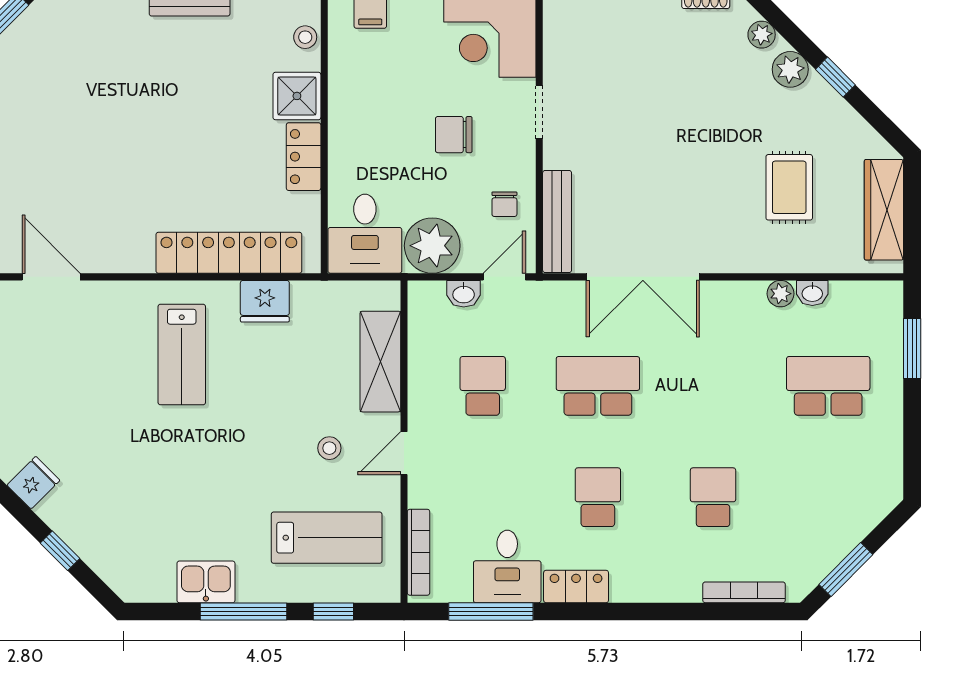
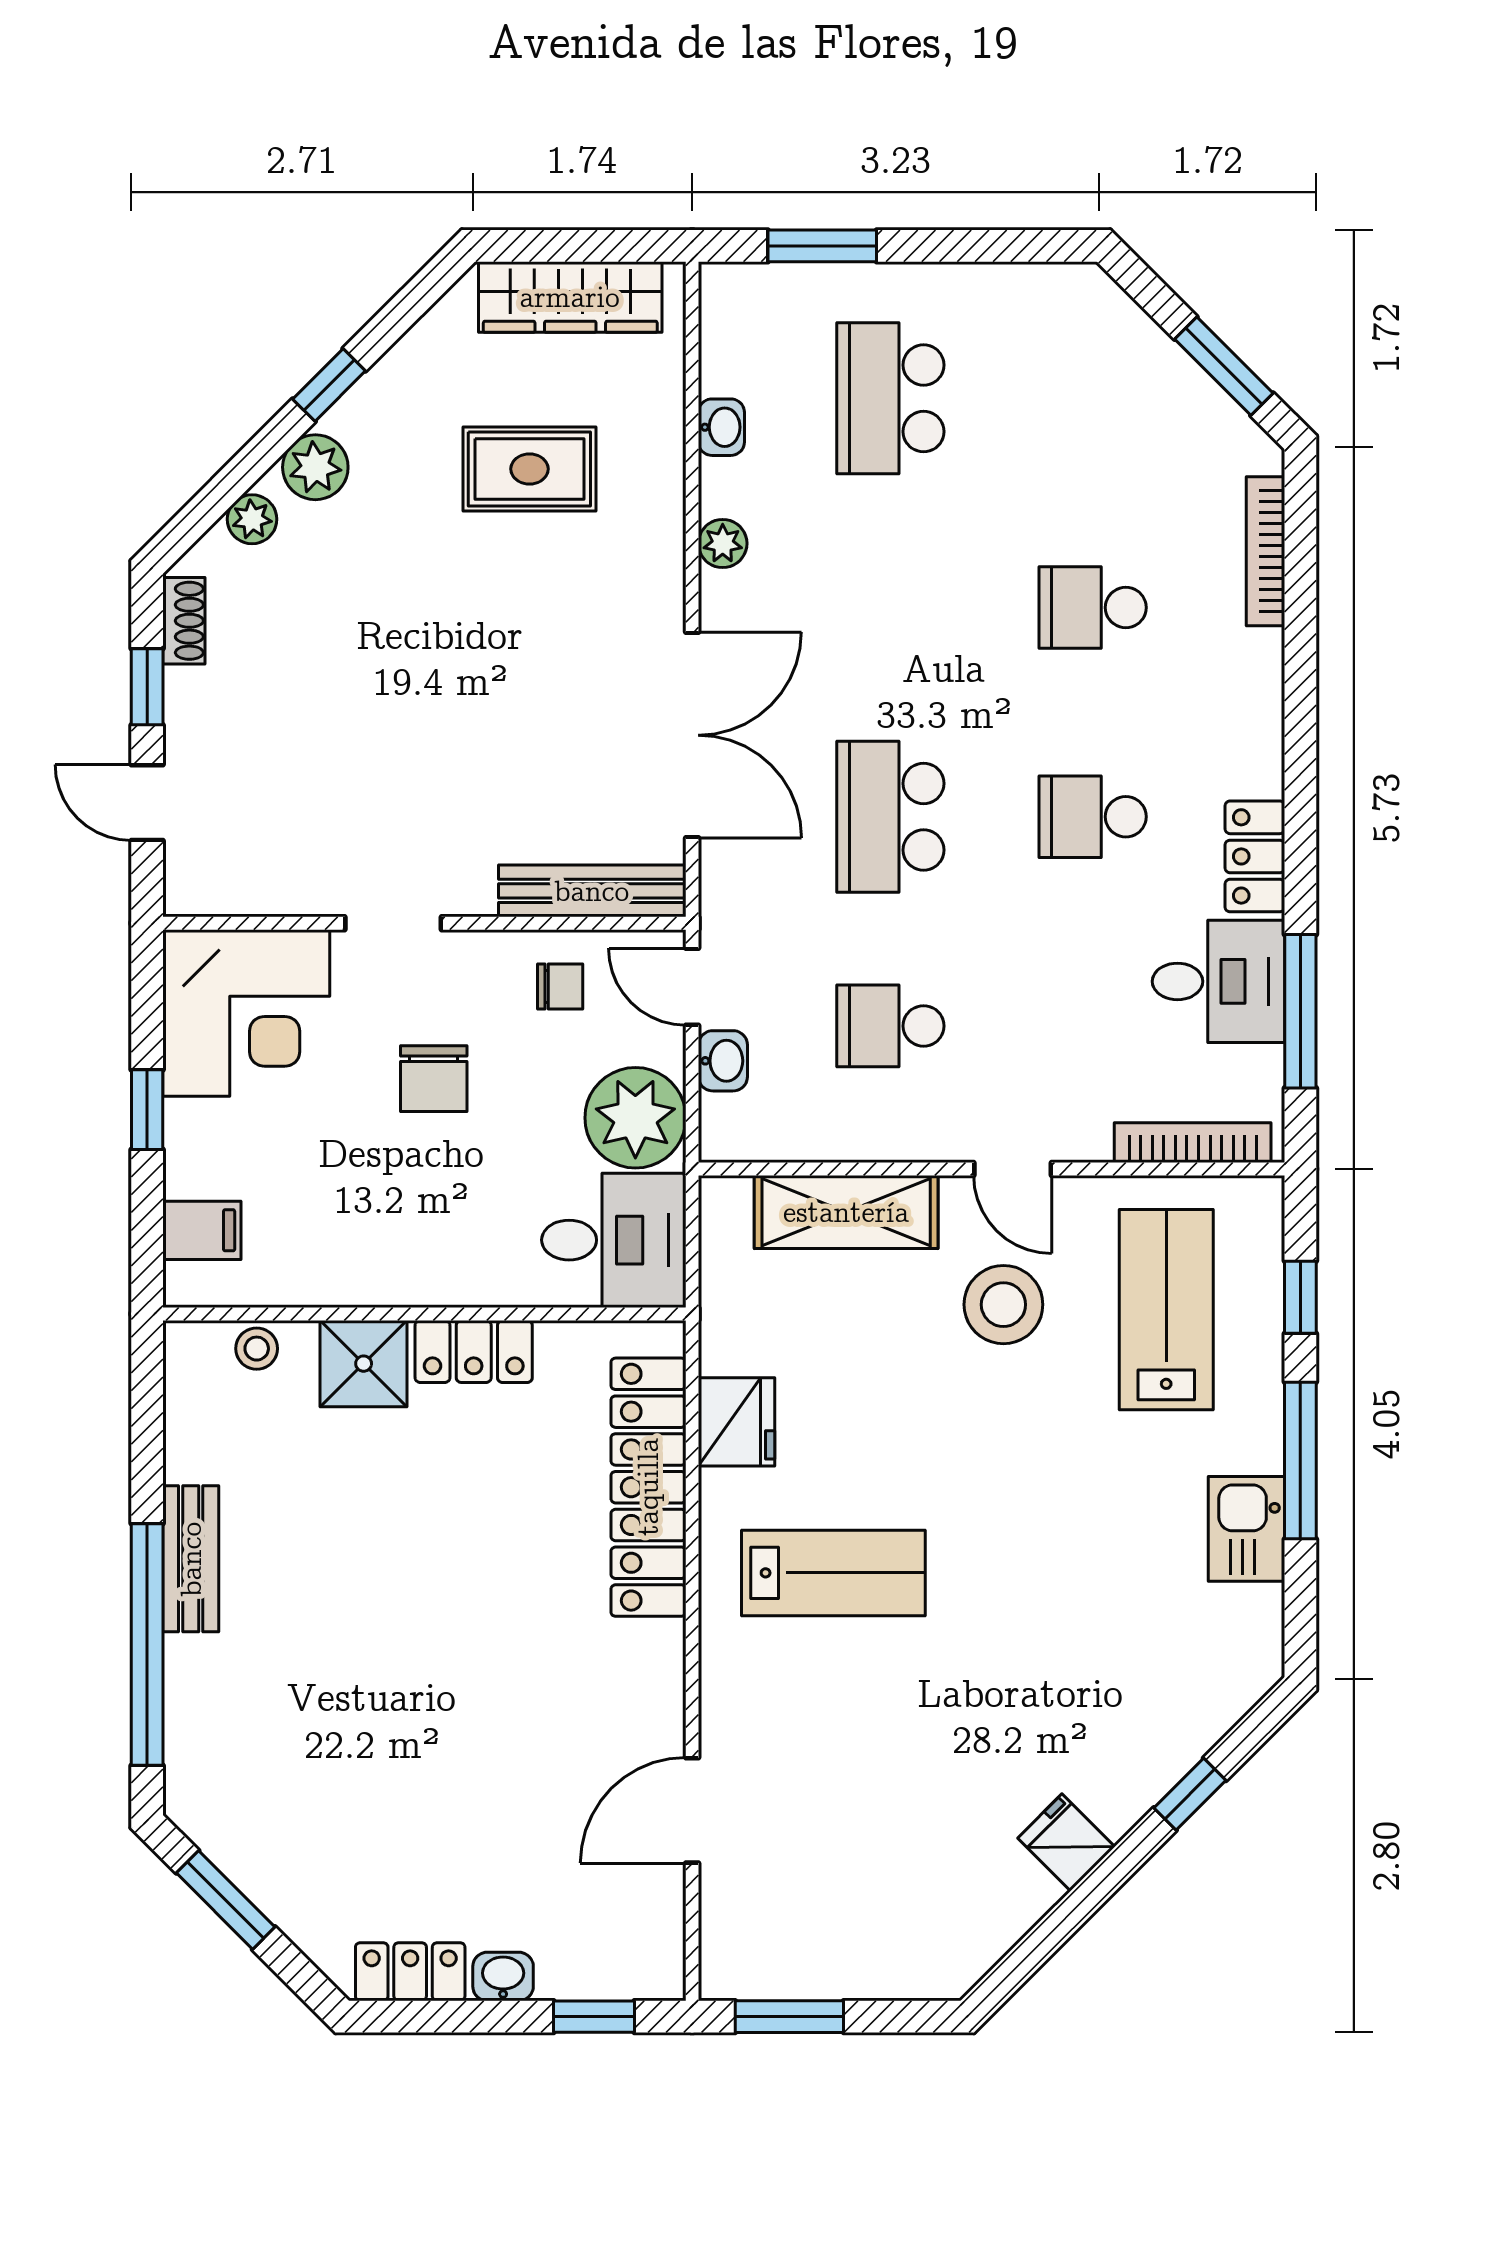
plant: (781, 294) -> (723, 543), moved
stool: (329, 448) -> (1003, 1305), width x1.89, depth x1.89

